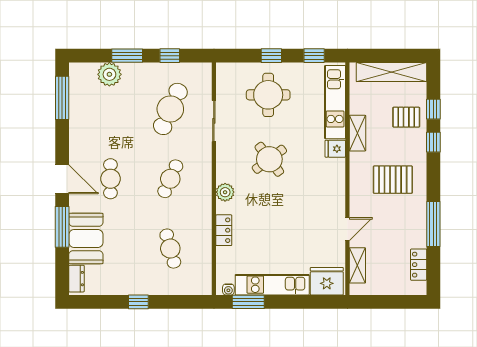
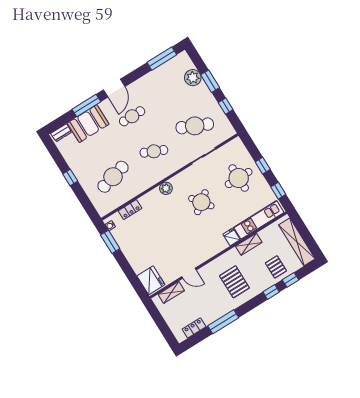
locker: (224, 230) -> (130, 210), moved
cafe table: (170, 249) -> (113, 177), width x1.37, depth x1.35
kitchen unit: (272, 285) -> (129, 250), removed

